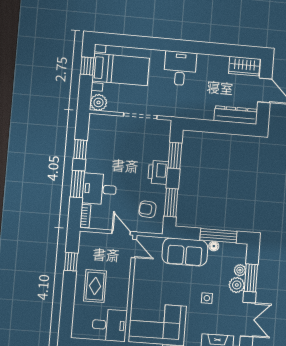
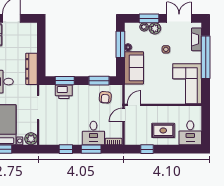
dresser: (236, 115) -> (31, 69), moved
printer: (158, 172) -> (64, 92), moved
desk: (109, 325) -> (190, 133), moved, turned 180

